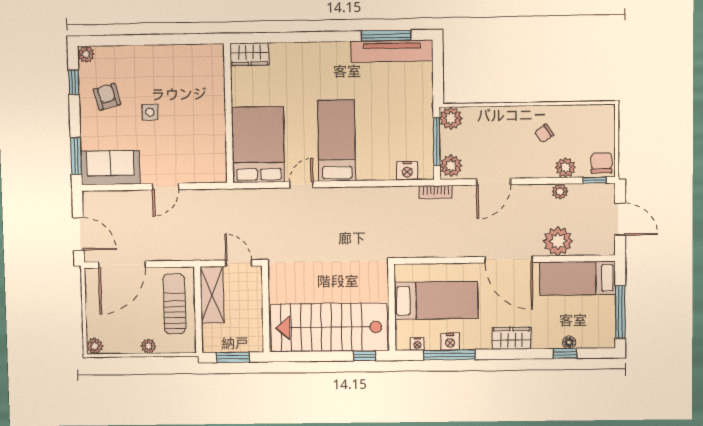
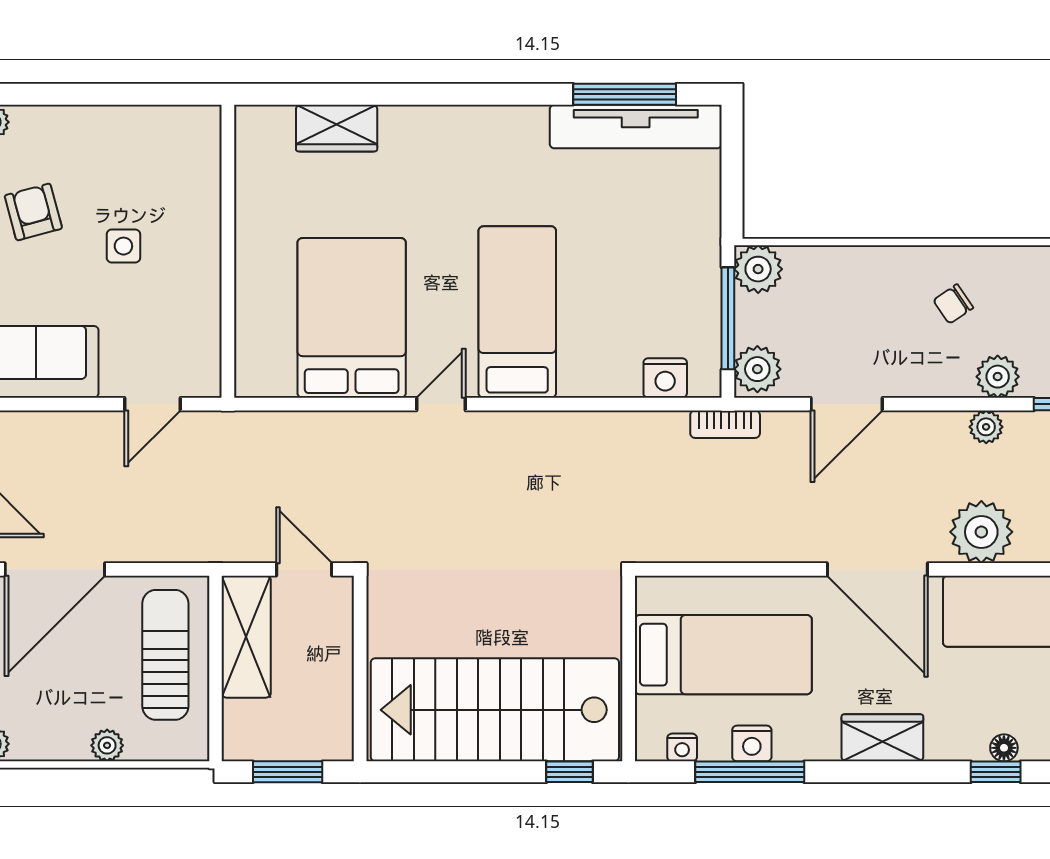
wall: (229, 113) -> (228, 251), moved

